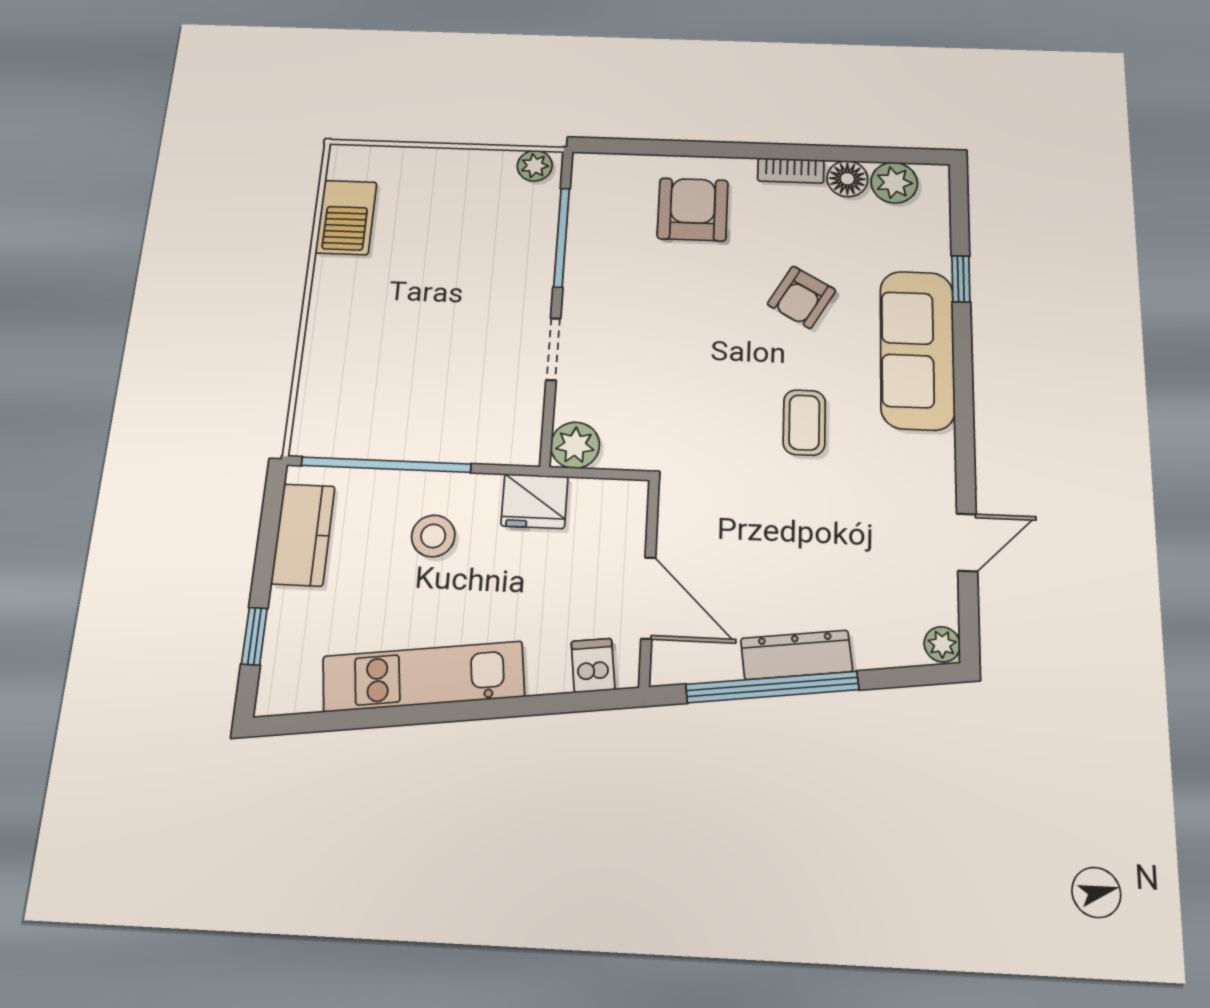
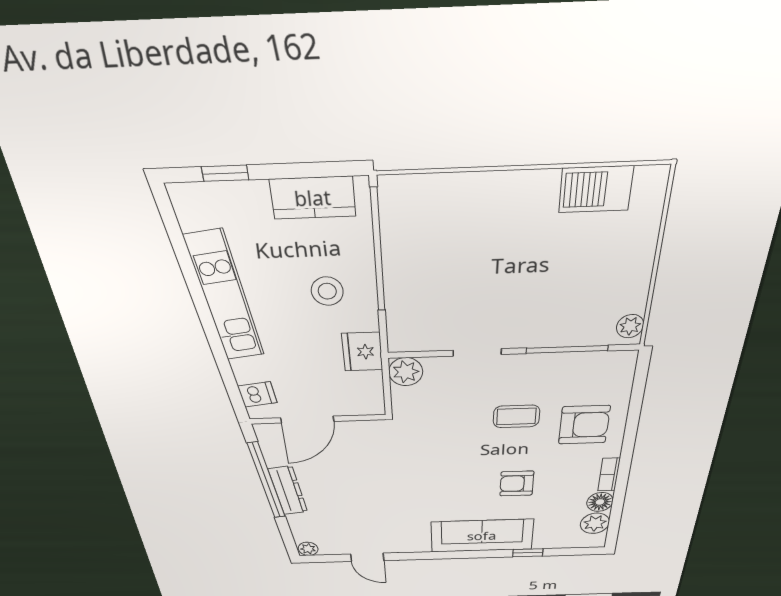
armchair: (802, 297) -> (517, 484), turned -30
coffee table: (804, 423) -> (516, 416), moved

